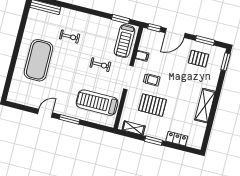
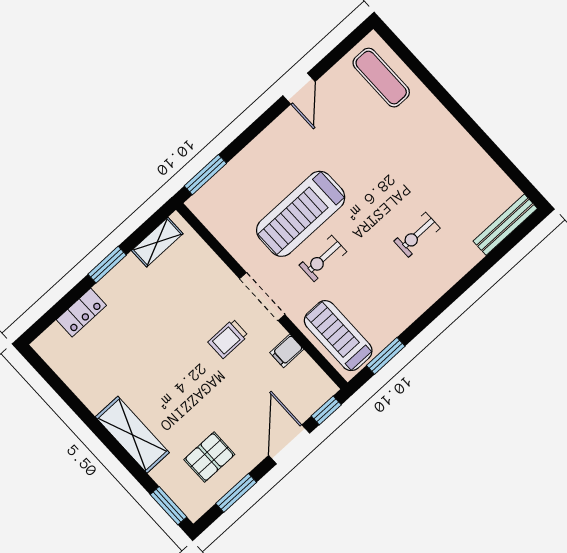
exercise mat: (38, 60) -> (381, 78), moved, width x0.50, depth x0.69
treadmill: (97, 103) -> (301, 214), moved, turned 180
pallet: (152, 105) -> (178, 308), removed
shelving: (205, 106) -> (132, 435), moved
window: (70, 119) -> (205, 175), moved

